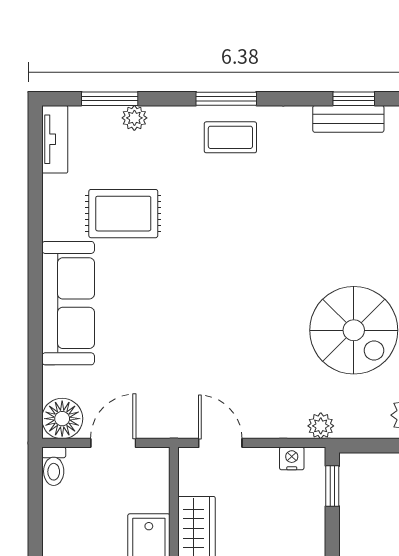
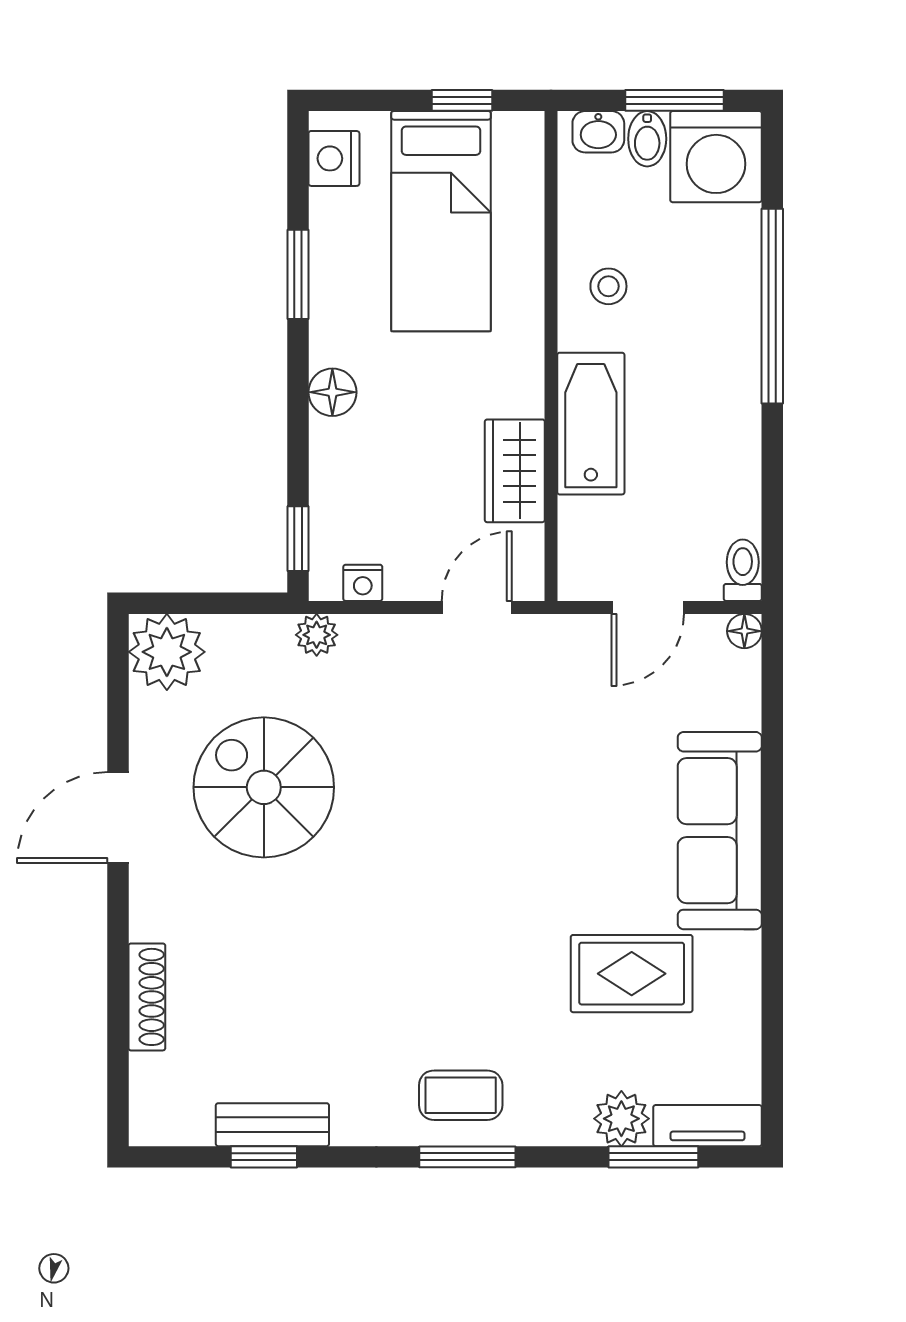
plant: (134, 118) -> (621, 1119), width x1.38, depth x1.38
tv unit: (55, 139) -> (707, 1126), moved, turned 90
floor lamp: (62, 419) -> (744, 631), width x0.53, depth x0.53
door: (220, 443) -> (477, 607), swing flipped

